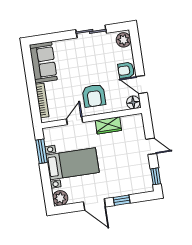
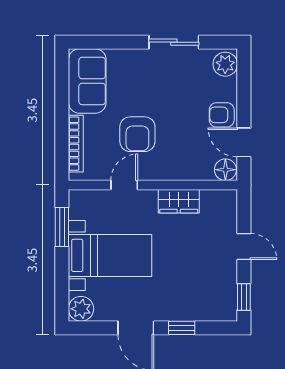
armchair: (94, 96) -> (137, 134), moved

